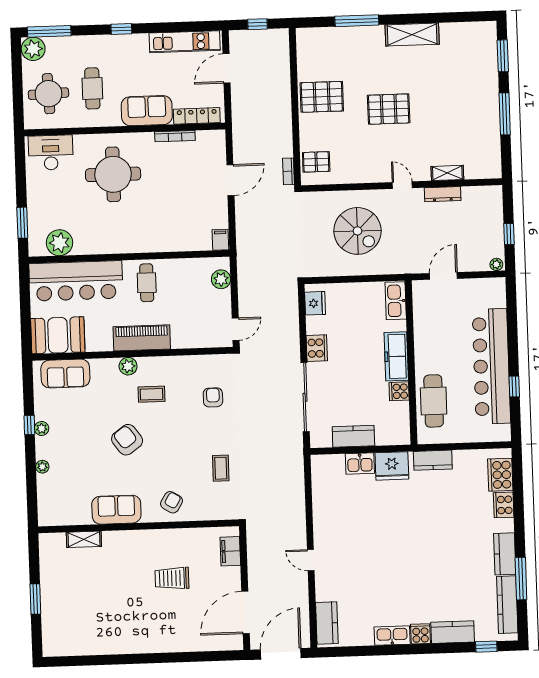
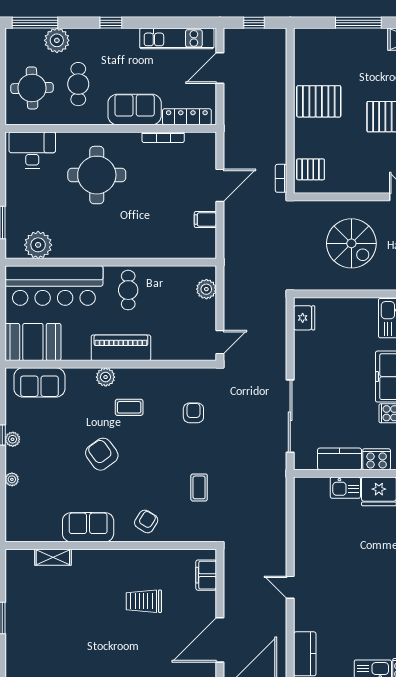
plant: (33, 49) -> (57, 40), moved
filing cabinet: (220, 240) -> (205, 220), moved, turned -90
cooker: (317, 348) -> (377, 459), moved, turned -90

